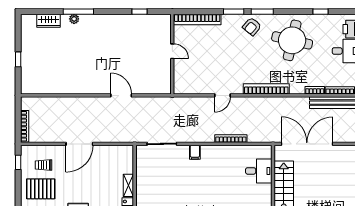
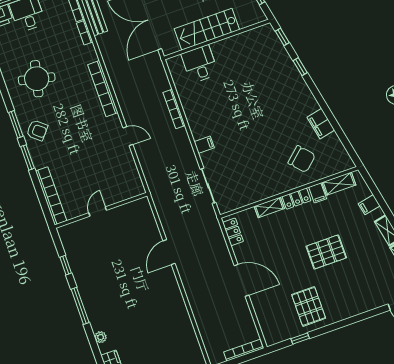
window: (78, 12) -> (80, 306), moved
round table: (292, 40) -> (37, 79), width x0.73, depth x0.73
locker: (119, 151) -> (233, 232), added
window: (18, 162) -> (300, 339), moved
trolley: (44, 165) -> (280, 313), removed

